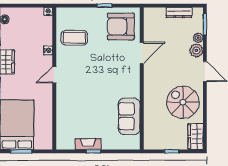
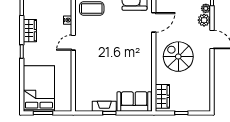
spiral stairs: (183, 102) -> (178, 57), moved
sofa: (129, 116) -> (134, 102), moved, turned 90
wardrobe: (196, 137) -> (162, 96), moved, turned 180

